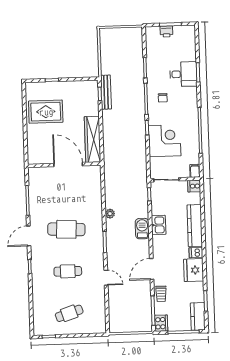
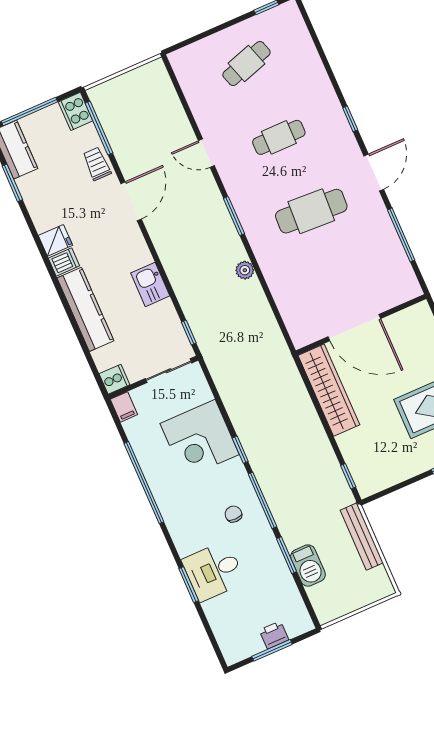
bench: (106, 92) -> (362, 537), moved
barbecue: (142, 229) -> (308, 566), moved
fridge: (194, 270) -> (55, 240), width x0.53, depth x0.75

